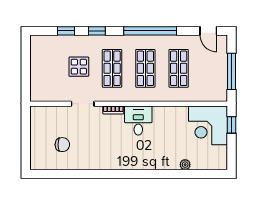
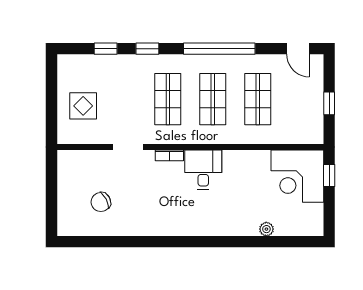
display table: (79, 67) -> (83, 106), moved
window: (232, 71) -> (329, 103), width x0.46
chair: (62, 145) -> (101, 202), turned 153

